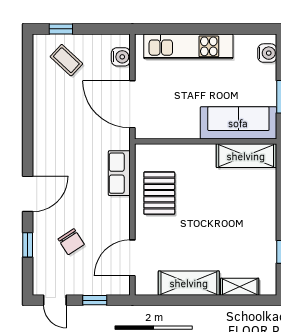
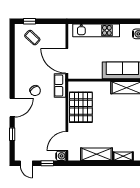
water cooler: (121, 57) -> (61, 156), moved
row of seats: (119, 173) -> (60, 86), moved
pallet: (159, 193) -> (81, 107), width x1.37, depth x1.41
chair: (71, 242) -> (35, 91), moved

